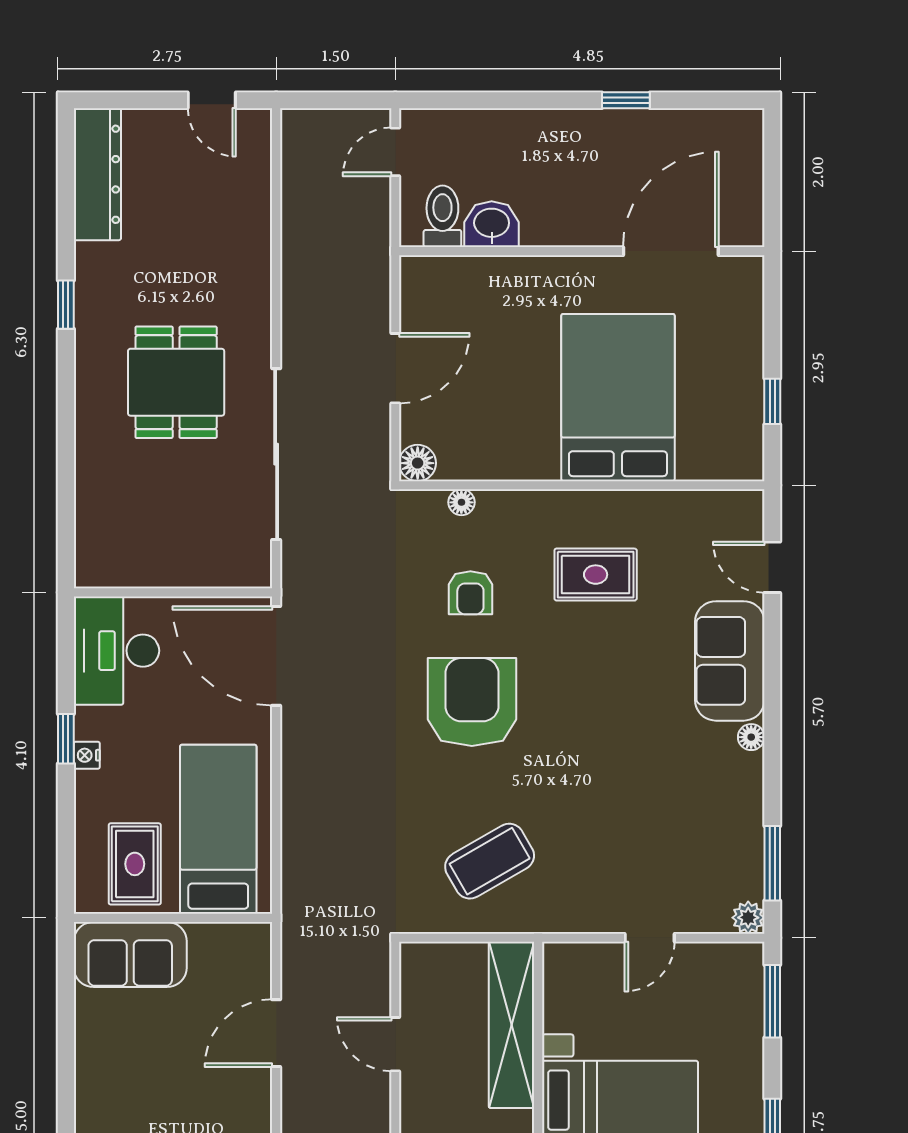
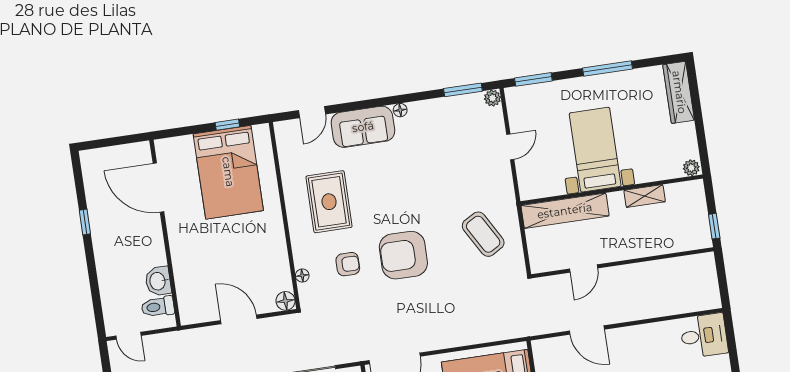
bed: (618, 398) -> (228, 172), moved, turned -90
rug: (596, 575) -> (329, 202), width x1.36, depth x1.43
door: (650, 938) -> (510, 147), hinge flipped

